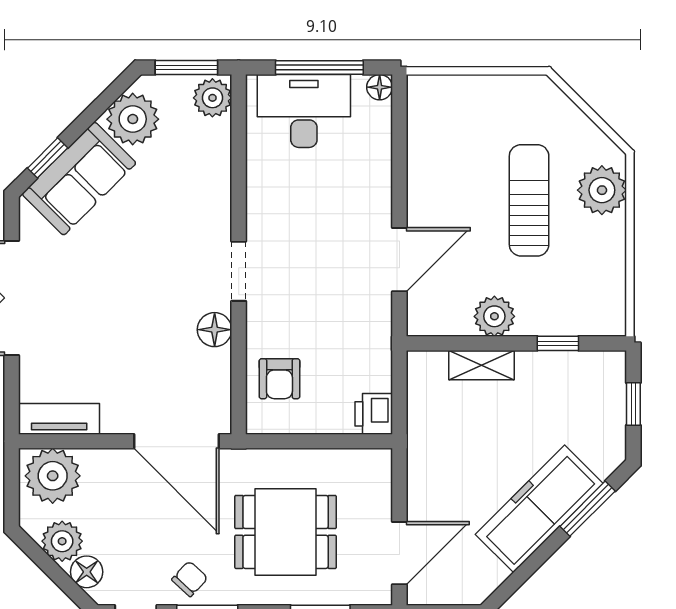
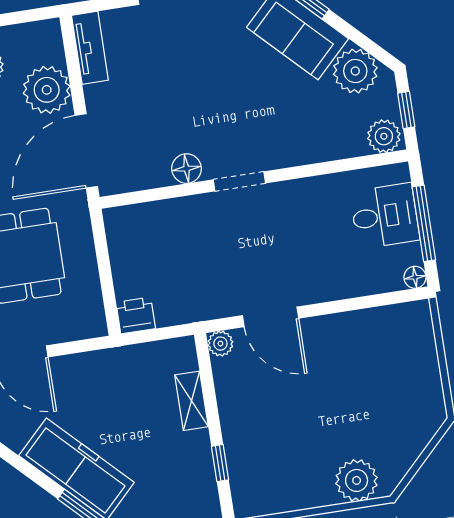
window: (186, 67) -> (406, 110), width x0.67
desk: (304, 111) -> (385, 216), width x0.73
sun lounger: (529, 200) -> (338, 420), removed
plant: (494, 316) -> (220, 344), moved, width x0.73, depth x0.73
armchair: (279, 379) -> (153, 230), removed
plant: (53, 476) -> (47, 90), moved

